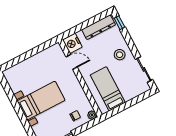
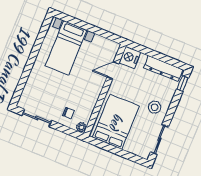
door: (72, 62) -> (113, 70), swing flipped
bed: (108, 89) -> (116, 122), width x1.50
bed with nightstands: (41, 101) -> (66, 48), moved, turned 90

